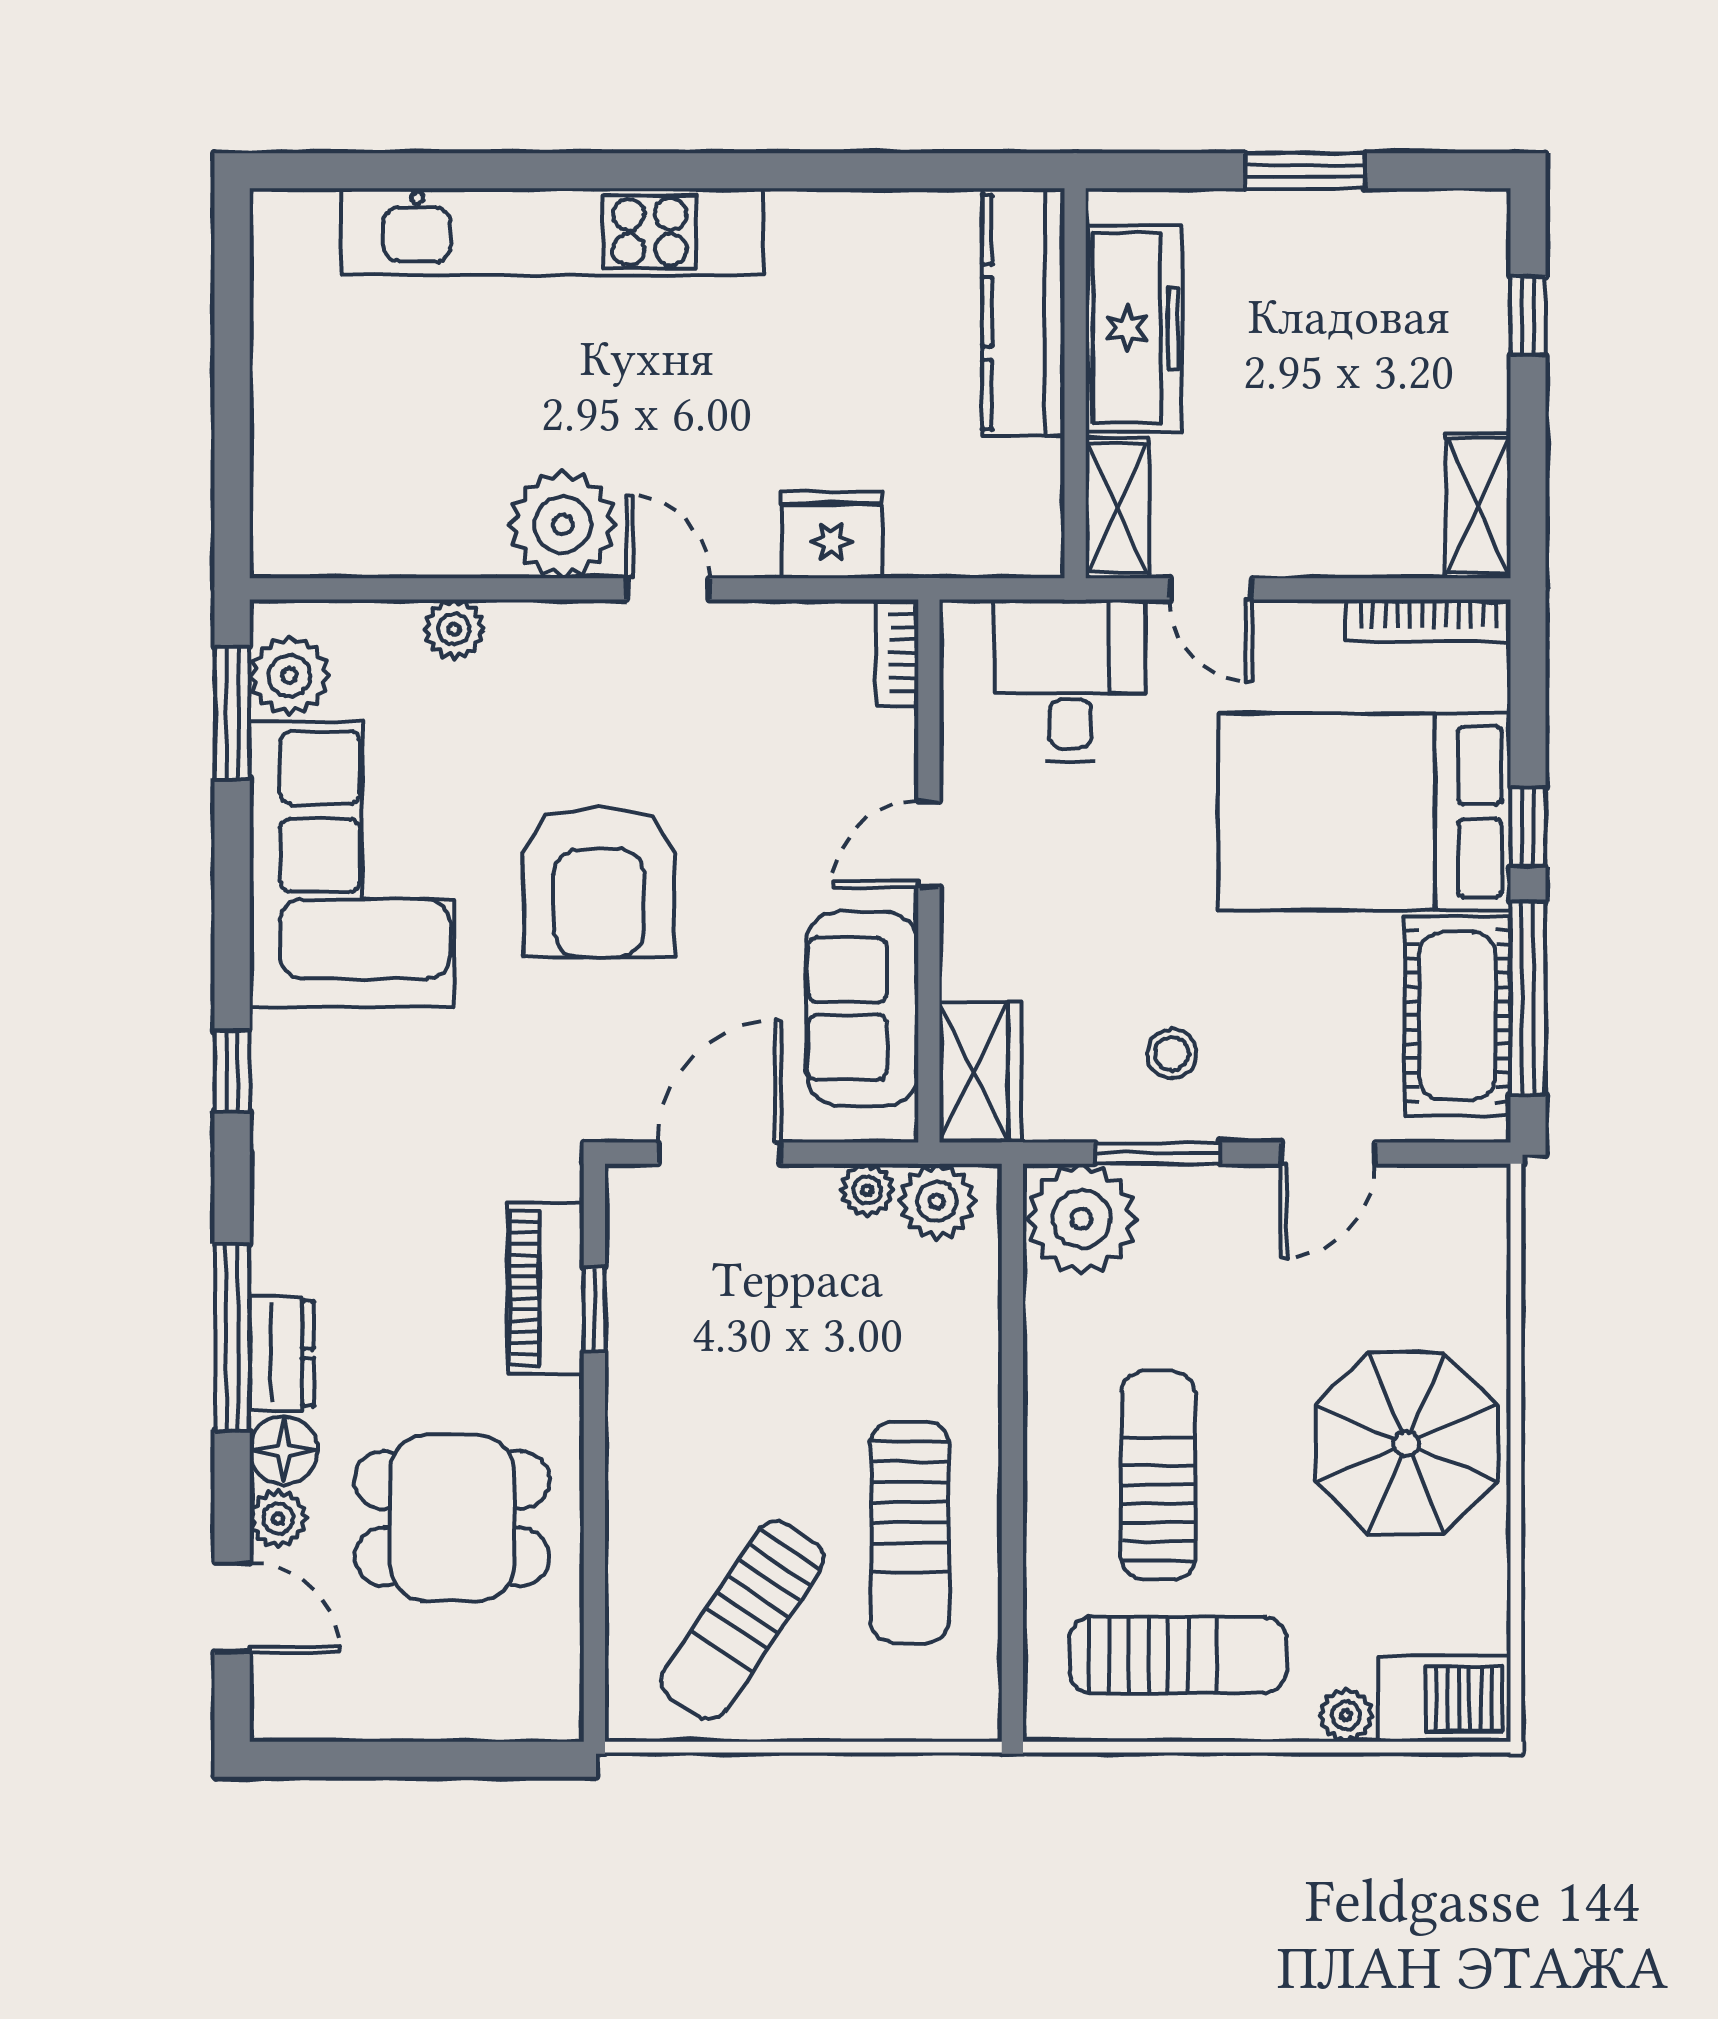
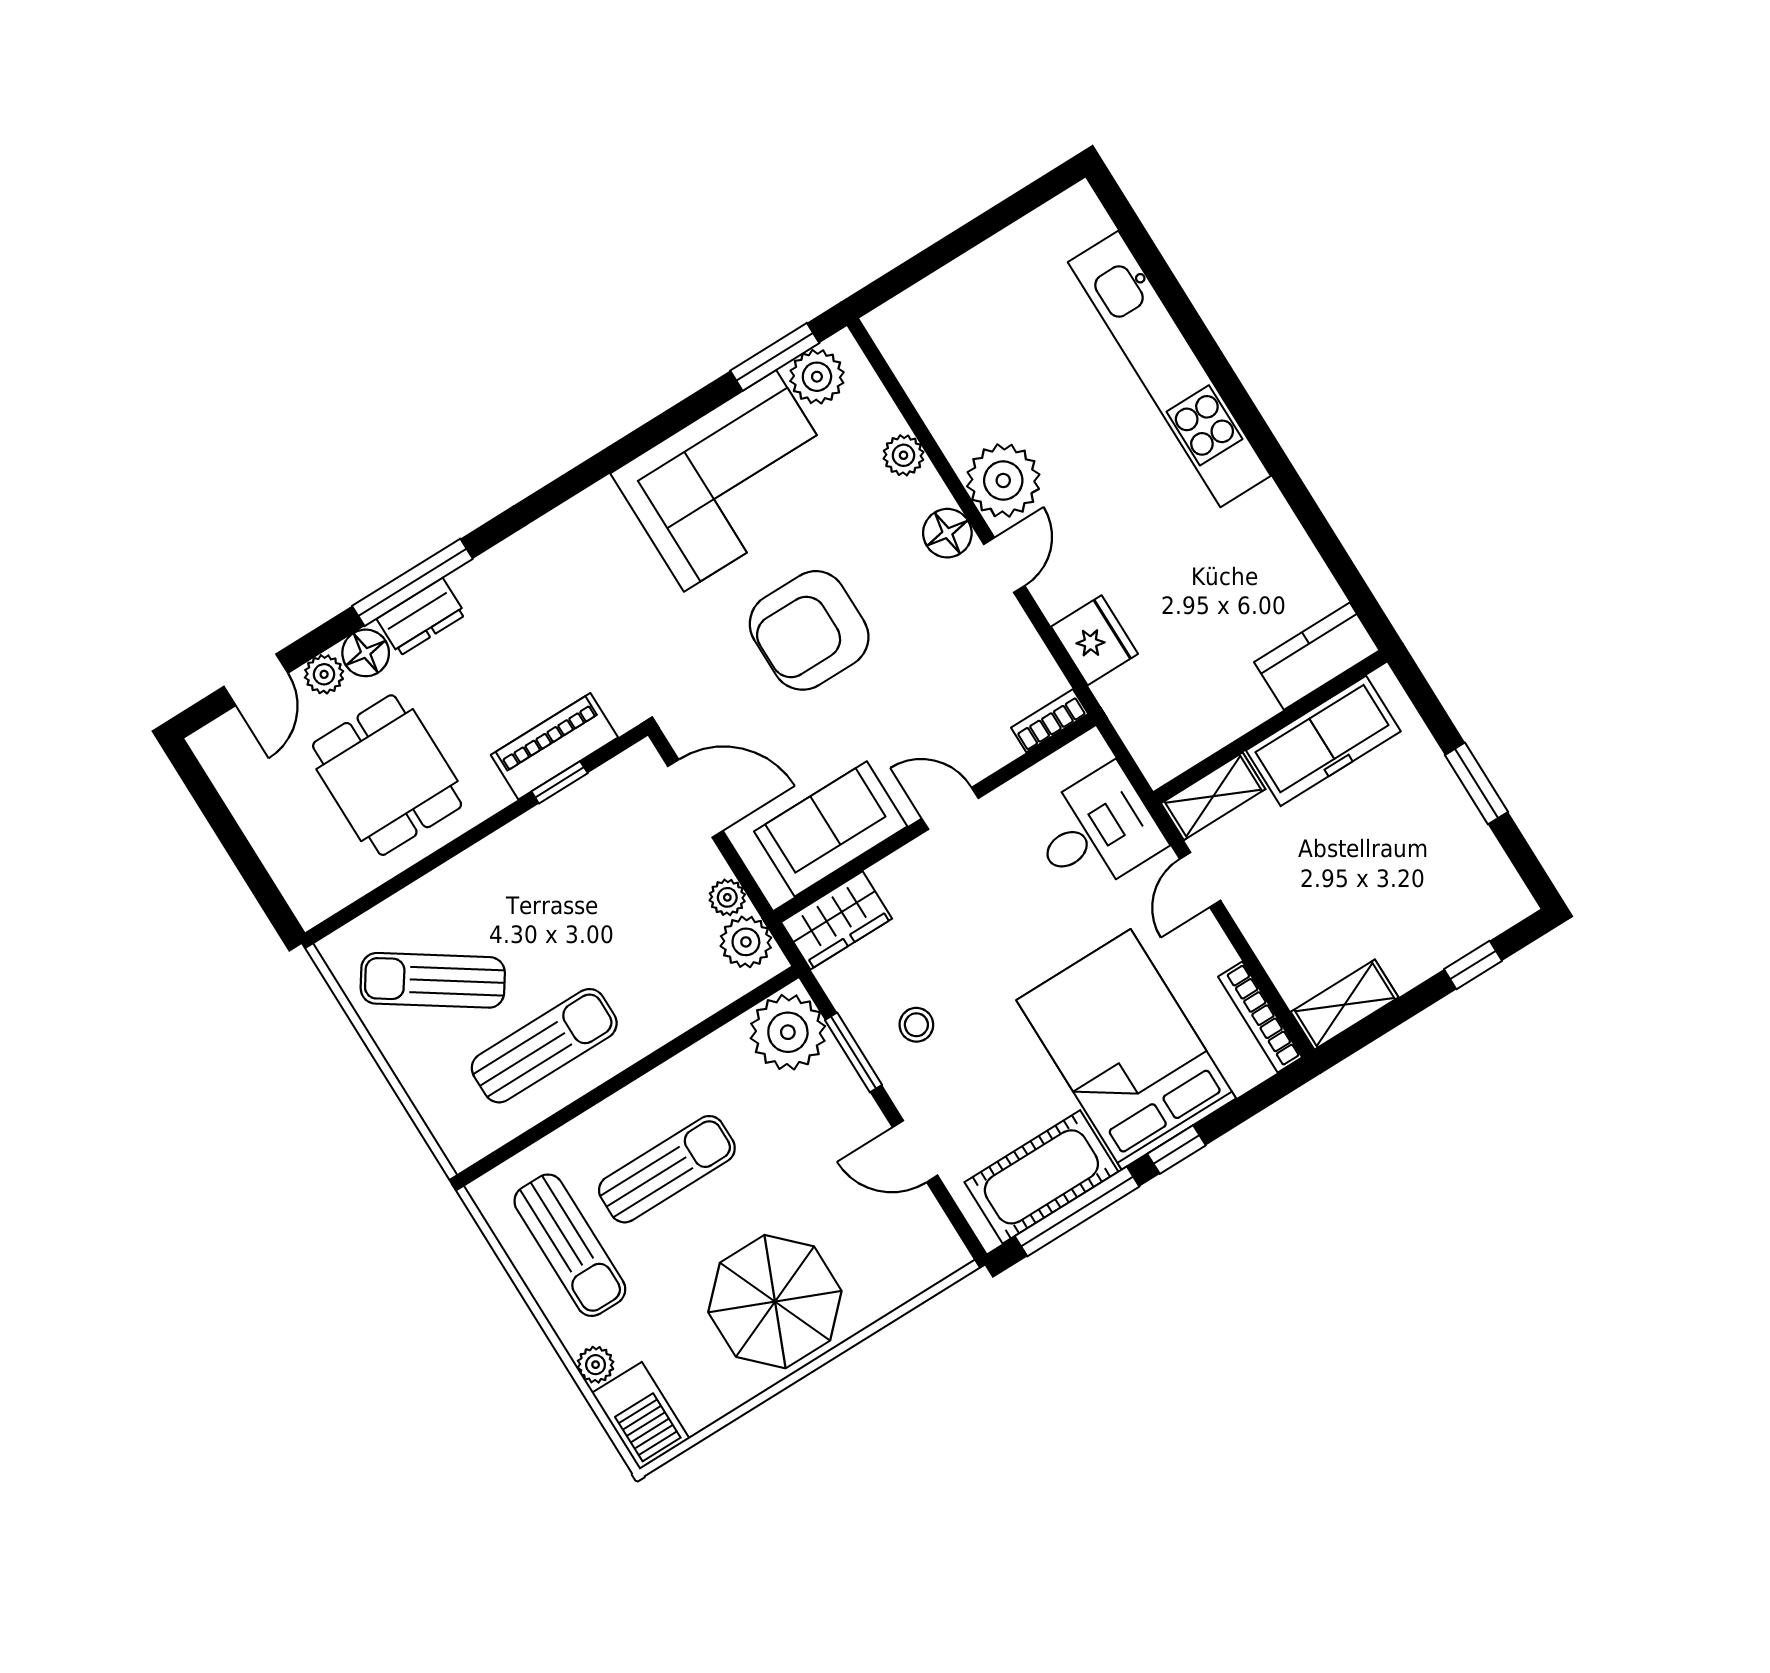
kitchen counter: (1023, 312) -> (1317, 656), width x0.67
floor lamp: (585, 635) -> (947, 533), added
window: (232, 1071) -> (567, 486), removed
sun lounger: (910, 1532) -> (544, 1046), turned 180

